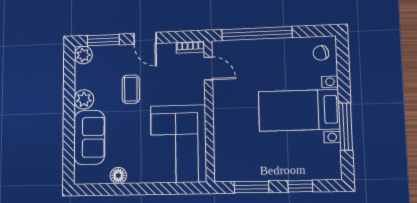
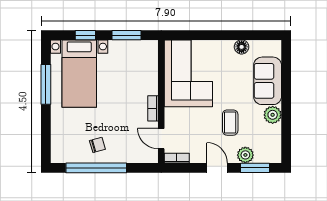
window: (257, 34) -> (96, 168), moved
chair: (321, 53) -> (97, 145), moved
plant: (83, 55) -> (245, 155), moved
bookcase: (218, 102) -> (153, 108), added
bed with nightstands: (299, 110) -> (79, 74), moved, turned 90

